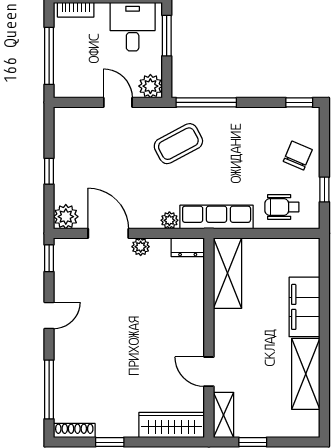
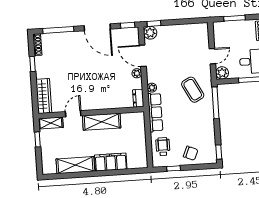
window: (49, 56) -> (235, 18), width x0.69
window: (49, 171) -> (154, 24), moved
door: (108, 233) -> (143, 56), swing flipped
shelving: (227, 273) -> (102, 122), moved
door: (49, 315) -> (97, 27), width x1.88

